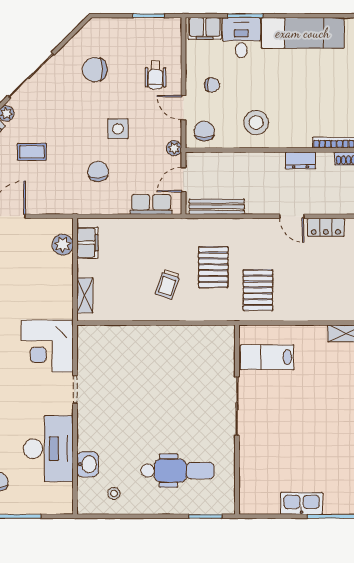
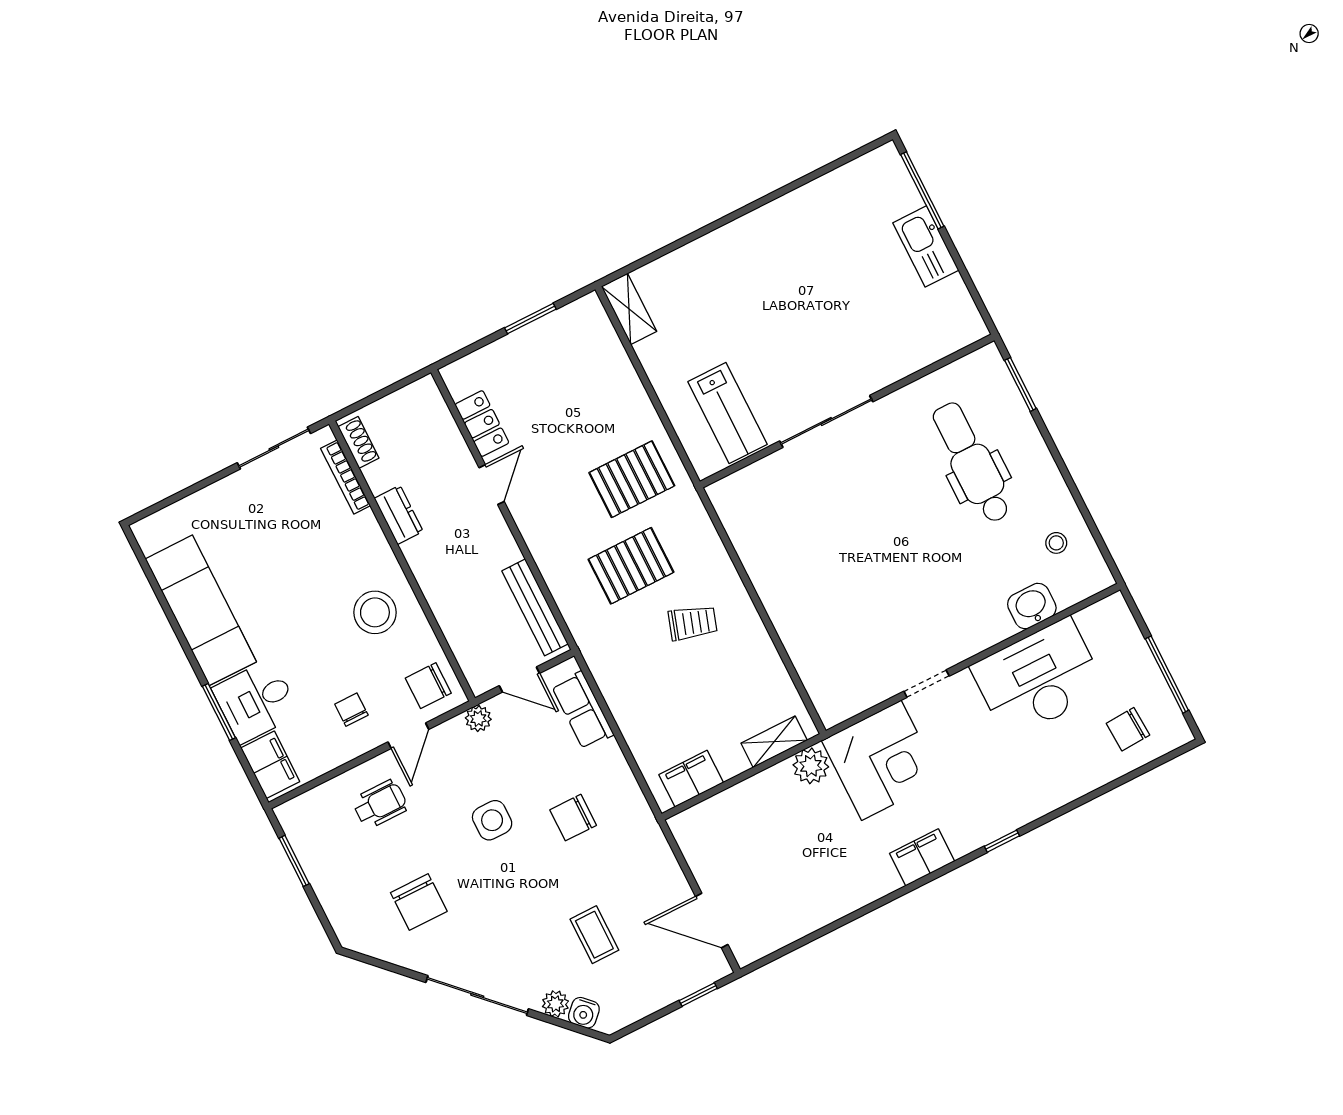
plant: (63, 245) -> (811, 766), moved

